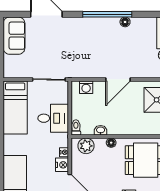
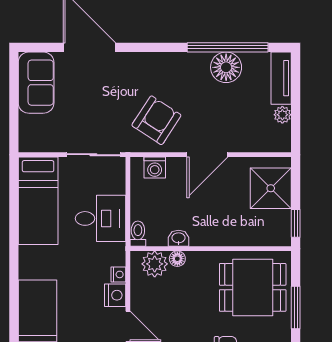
window: (107, 14) -> (228, 47), moved
floor lamp: (125, 22) -> (226, 67), width x1.89, depth x1.89
armchair: (87, 59) -> (156, 120), added
floor lamp: (111, 143) -> (177, 259), moved

